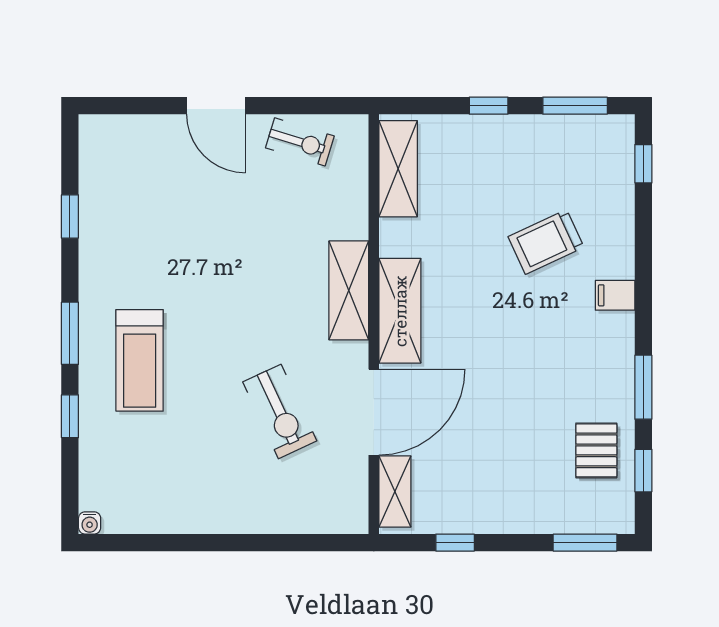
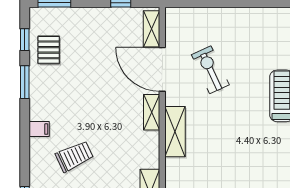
shelving: (400, 311) -> (152, 112), width x0.67, depth x0.75
door: (374, 412) -> (162, 69), hinge flipped

